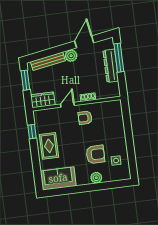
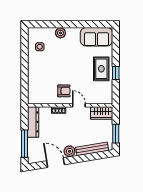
door: (84, 42) -> (55, 163), swing flipped
dresser: (111, 66) -> (33, 122), moved
door: (67, 105) -> (79, 105), swing flipped
window: (32, 132) -> (116, 73), moved
armchair: (95, 154) -> (59, 55), removed

